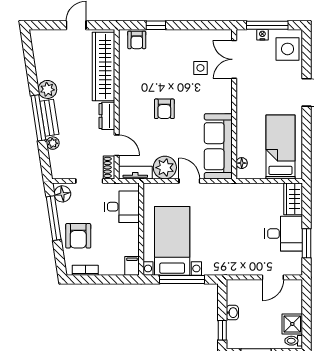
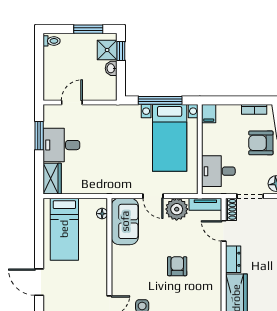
sofa: (218, 146) -> (125, 221), width x0.73
armchair: (78, 236) -> (261, 143), turned -90
shower: (292, 324) -> (107, 50), moved

